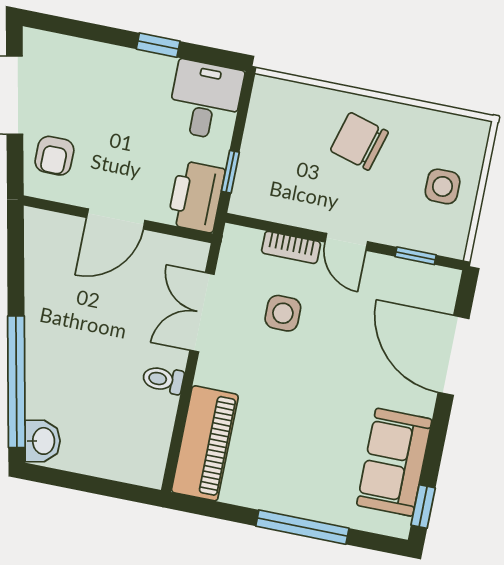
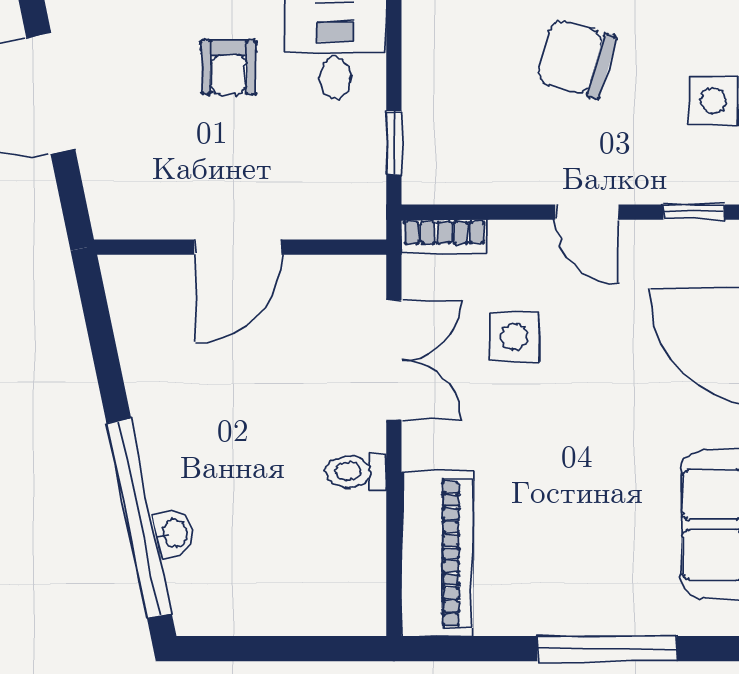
armchair: (54, 156) -> (228, 67), moved
printer: (196, 197) -> (351, 190), removed
bookcase: (291, 247) -> (444, 237), moved
double door: (202, 312) -> (394, 360), swing flipped
washbasin: (43, 441) -> (174, 533), moved, width x0.72, depth x0.69

